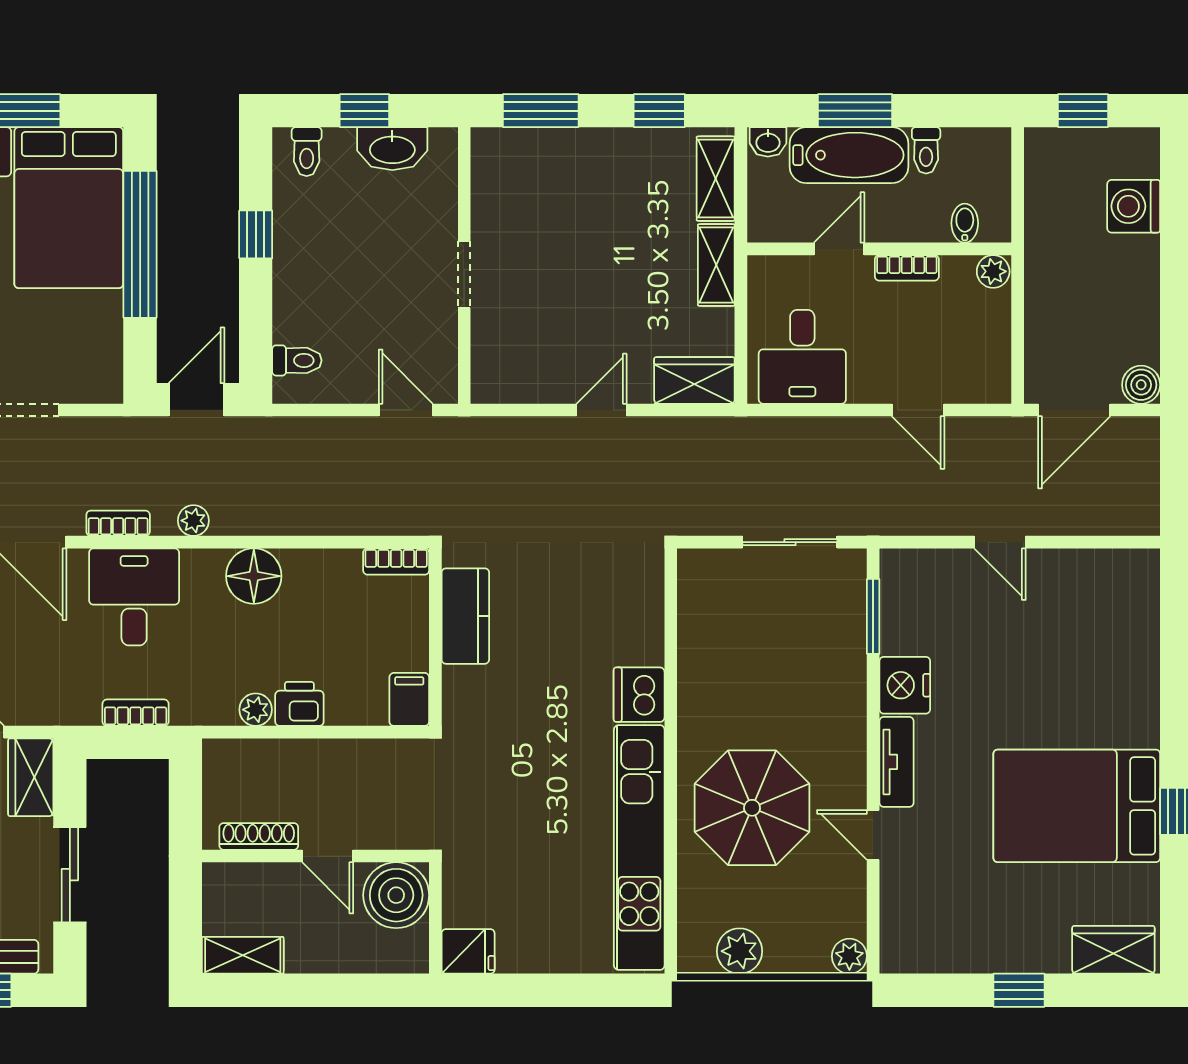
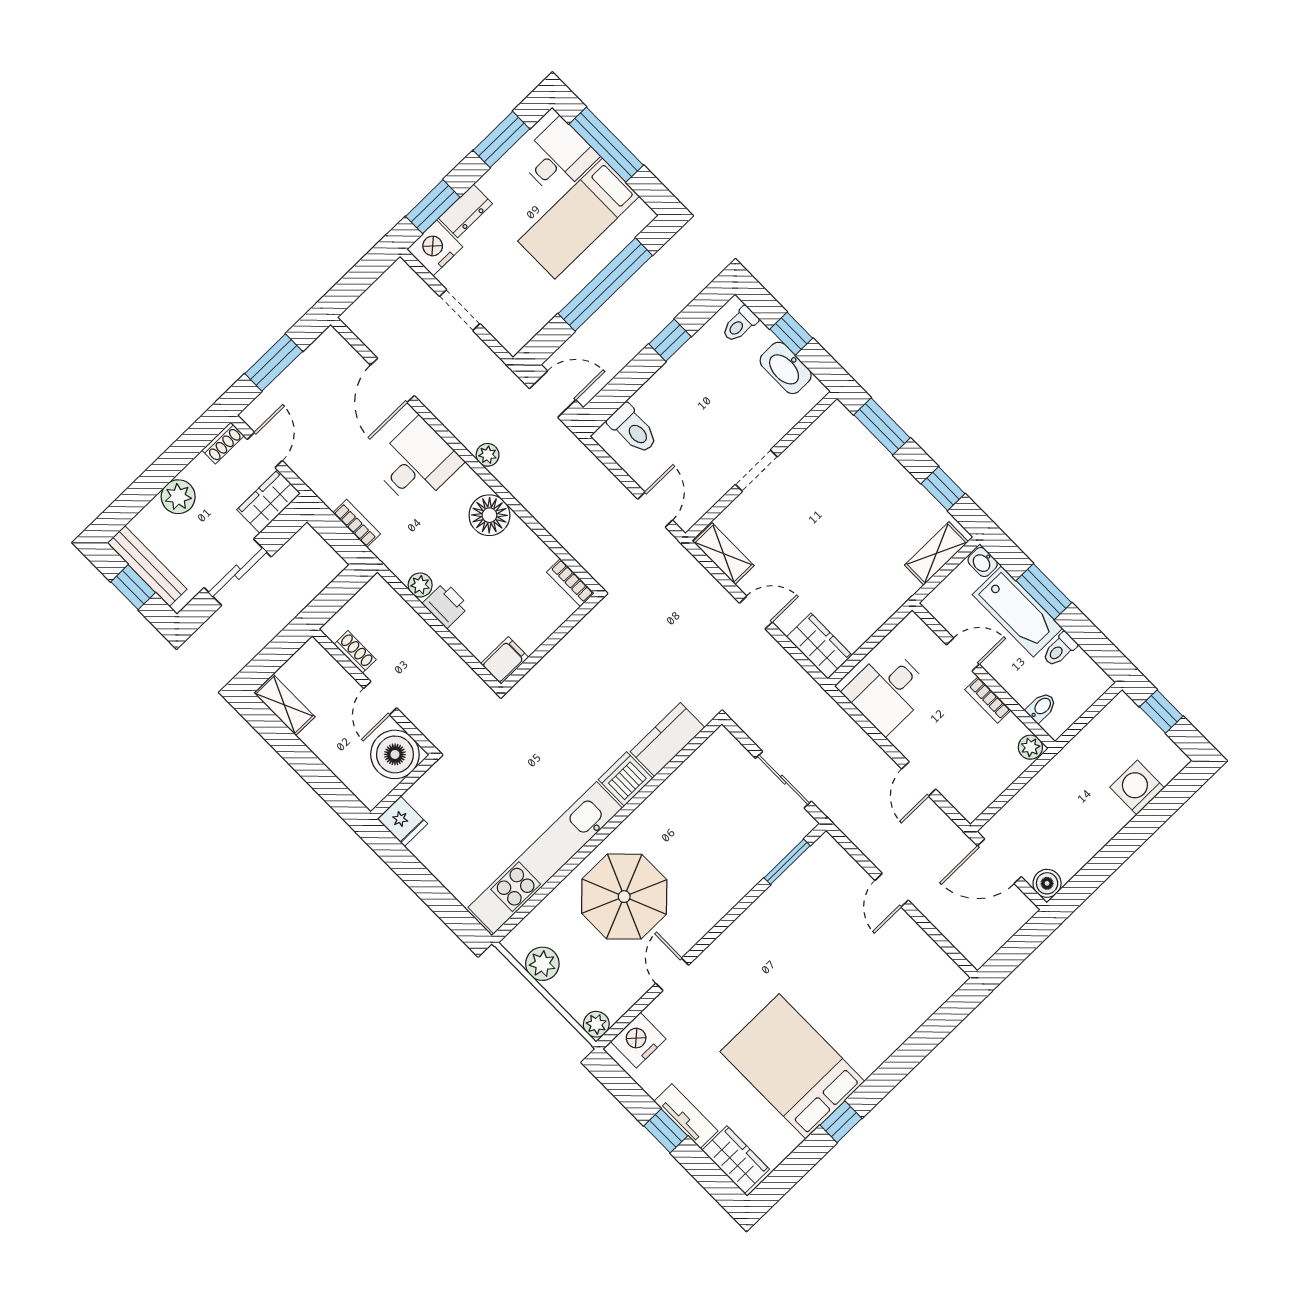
bed: (69, 208) -> (579, 219), width x0.67
shelving: (716, 265) -> (723, 554), moved, turned 90
toilet: (297, 360) -> (633, 429), width x1.37, depth x1.39
bookcase: (118, 523) -> (447, 417), removed
kitchen counter: (465, 616) -> (667, 739), moved, turned 180
nightstand: (905, 685) -> (638, 1040), moved
tv unit: (896, 762) -> (686, 1116), moved, turned -90
shoe rack: (259, 836) -> (355, 652), width x0.70

